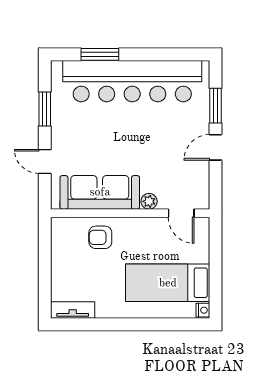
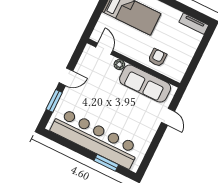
window: (45, 109) -> (153, 147), removed
armchair: (100, 237) -> (157, 58), turned -90

